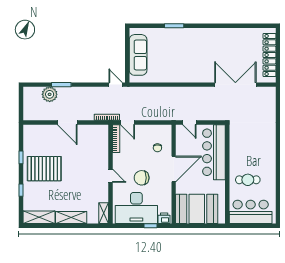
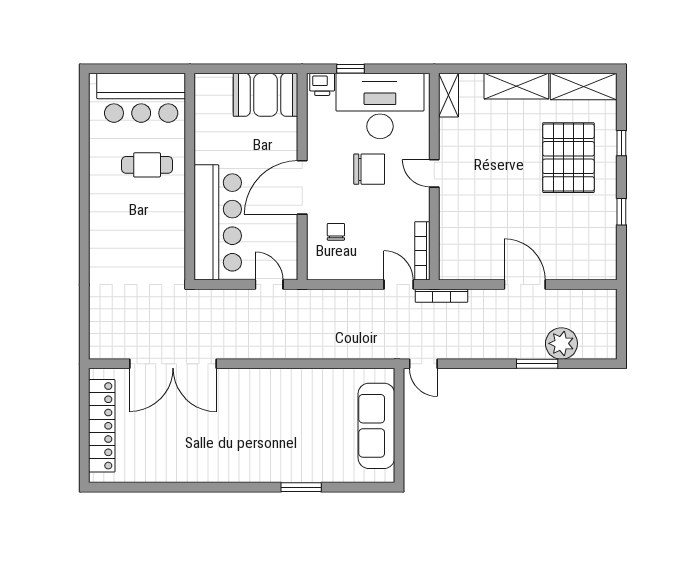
pallet: (44, 169) -> (568, 158), moved, turned 90
booth: (197, 209) -> (266, 95), width x0.73, depth x0.70

